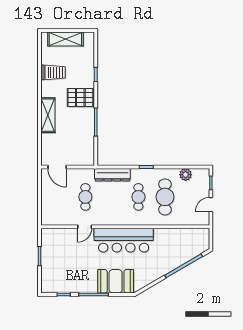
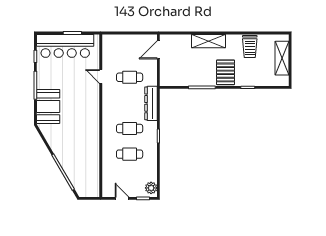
plant: (186, 175) -> (151, 188), moved
cafe table: (165, 197) -> (130, 154), width x0.73, depth x0.74
bar counter: (124, 240) -> (65, 46), moved, turned -90

